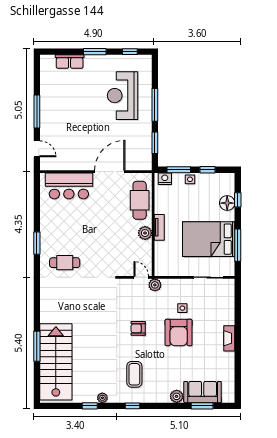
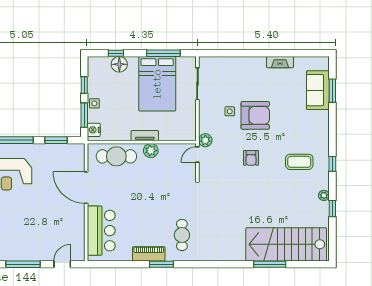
piano: (47, 231) -> (149, 254), added
fireplace: (229, 338) -> (280, 62), moved
plant: (177, 396) -> (322, 118), removed

